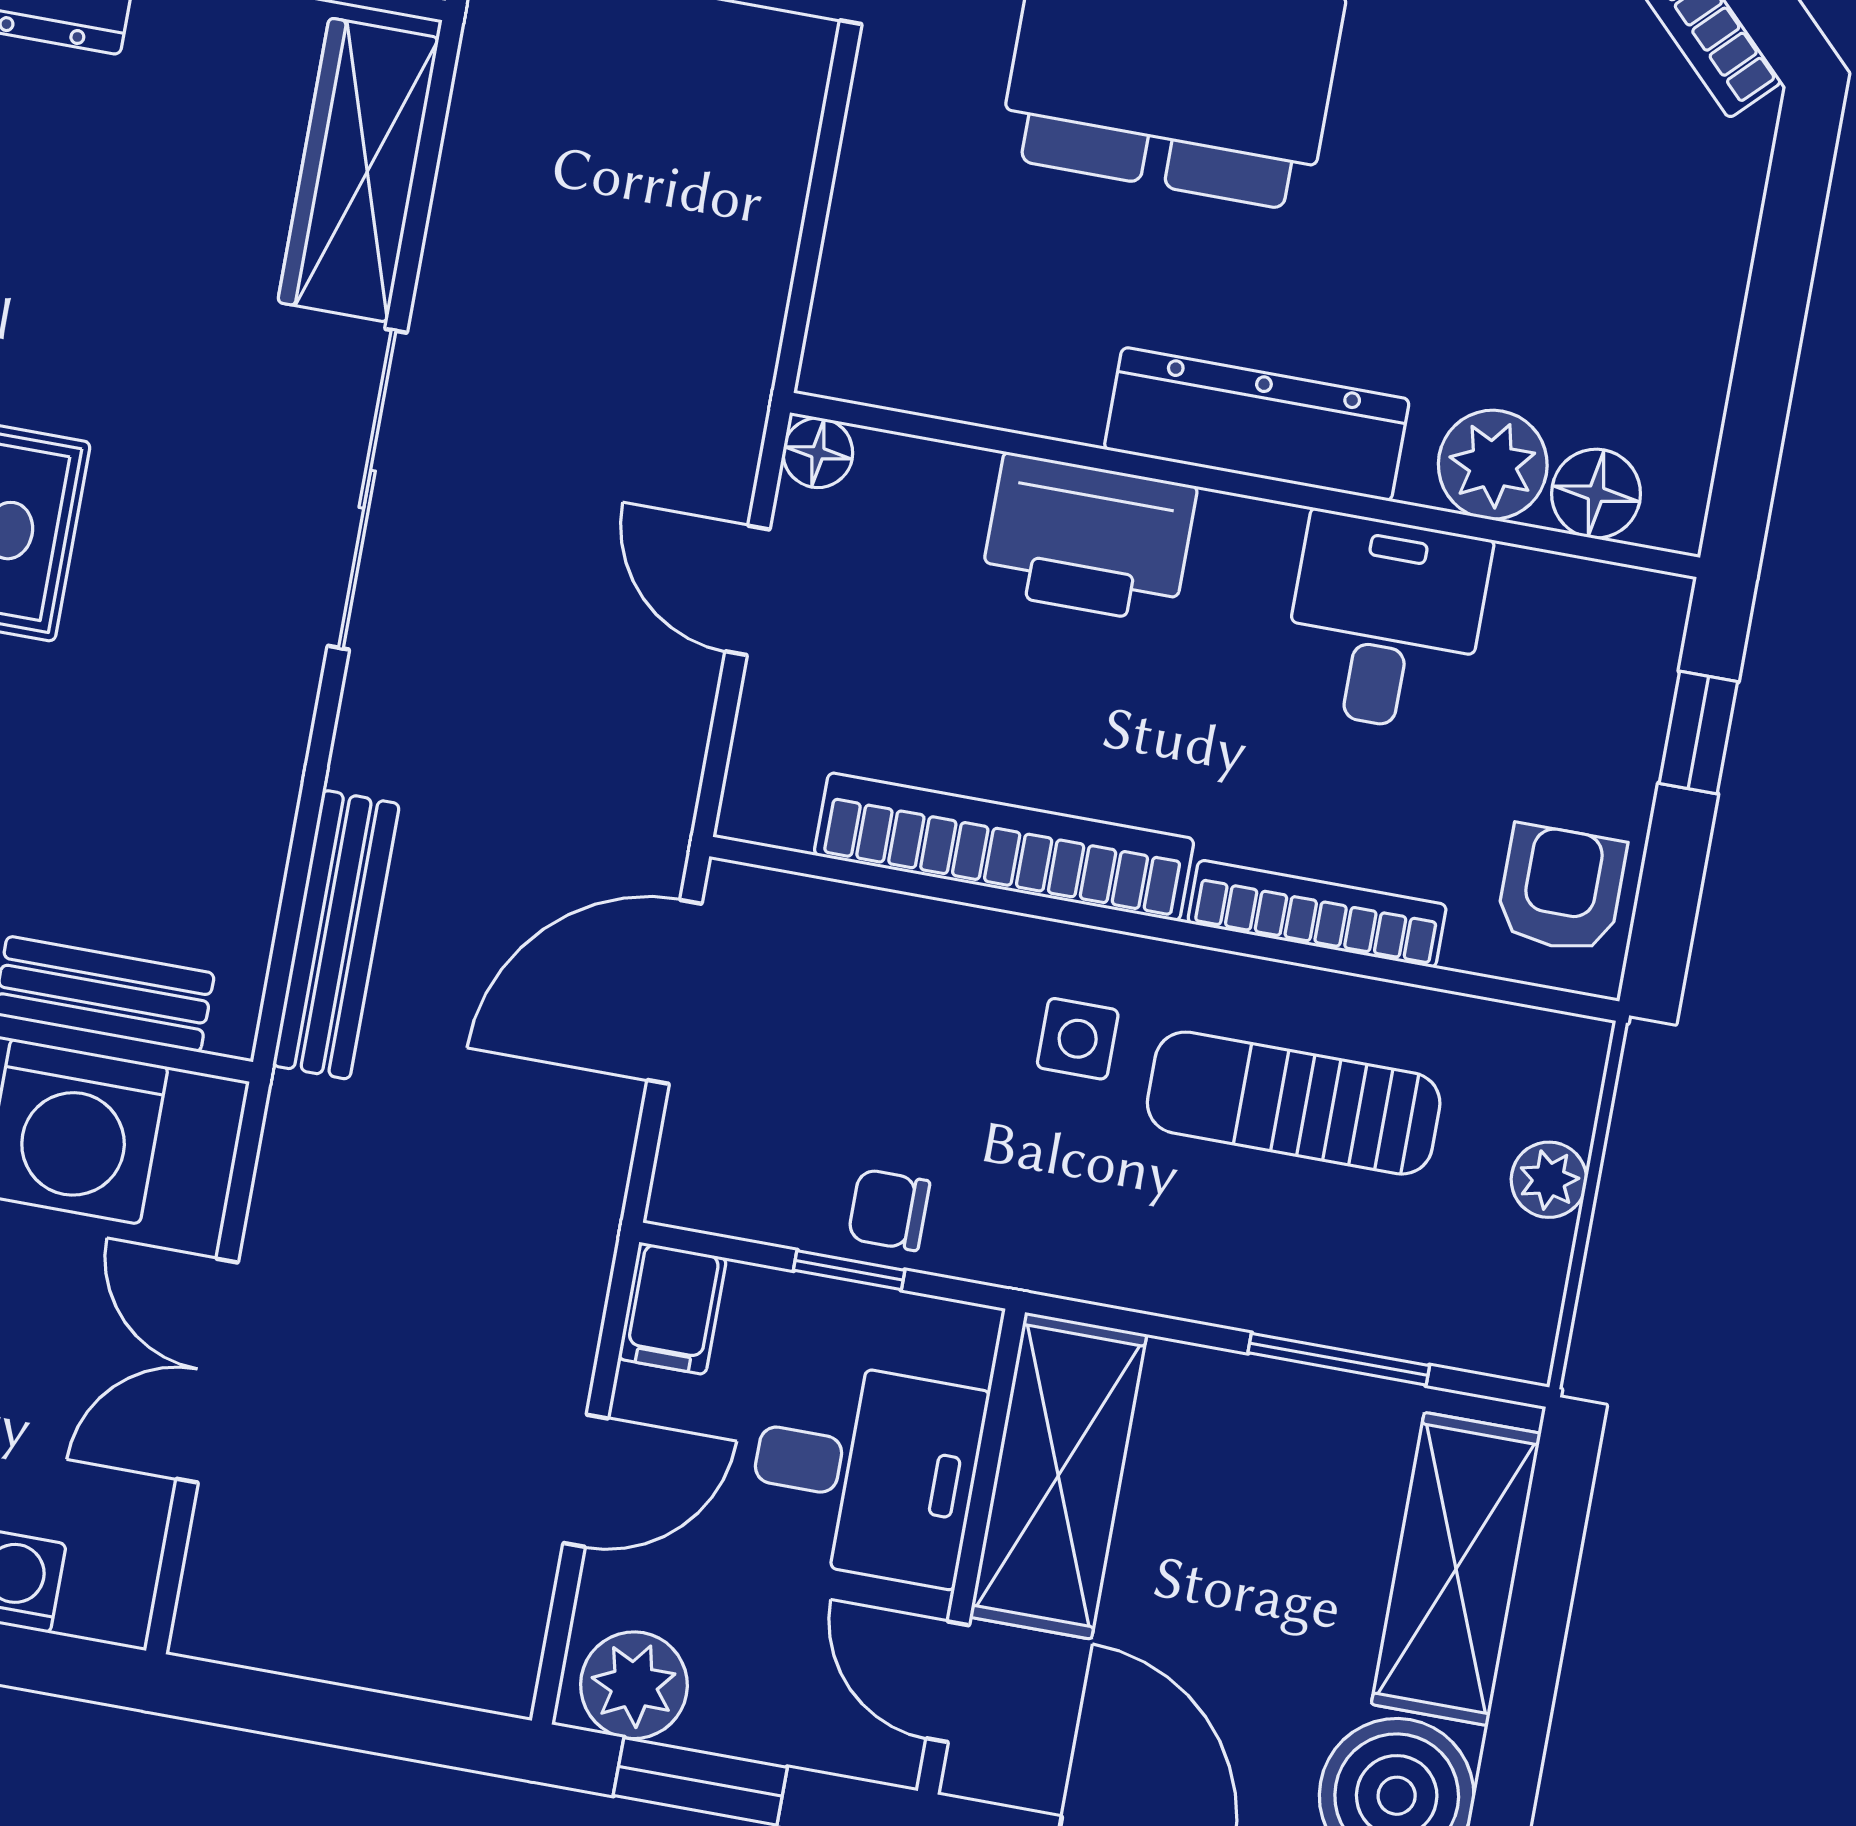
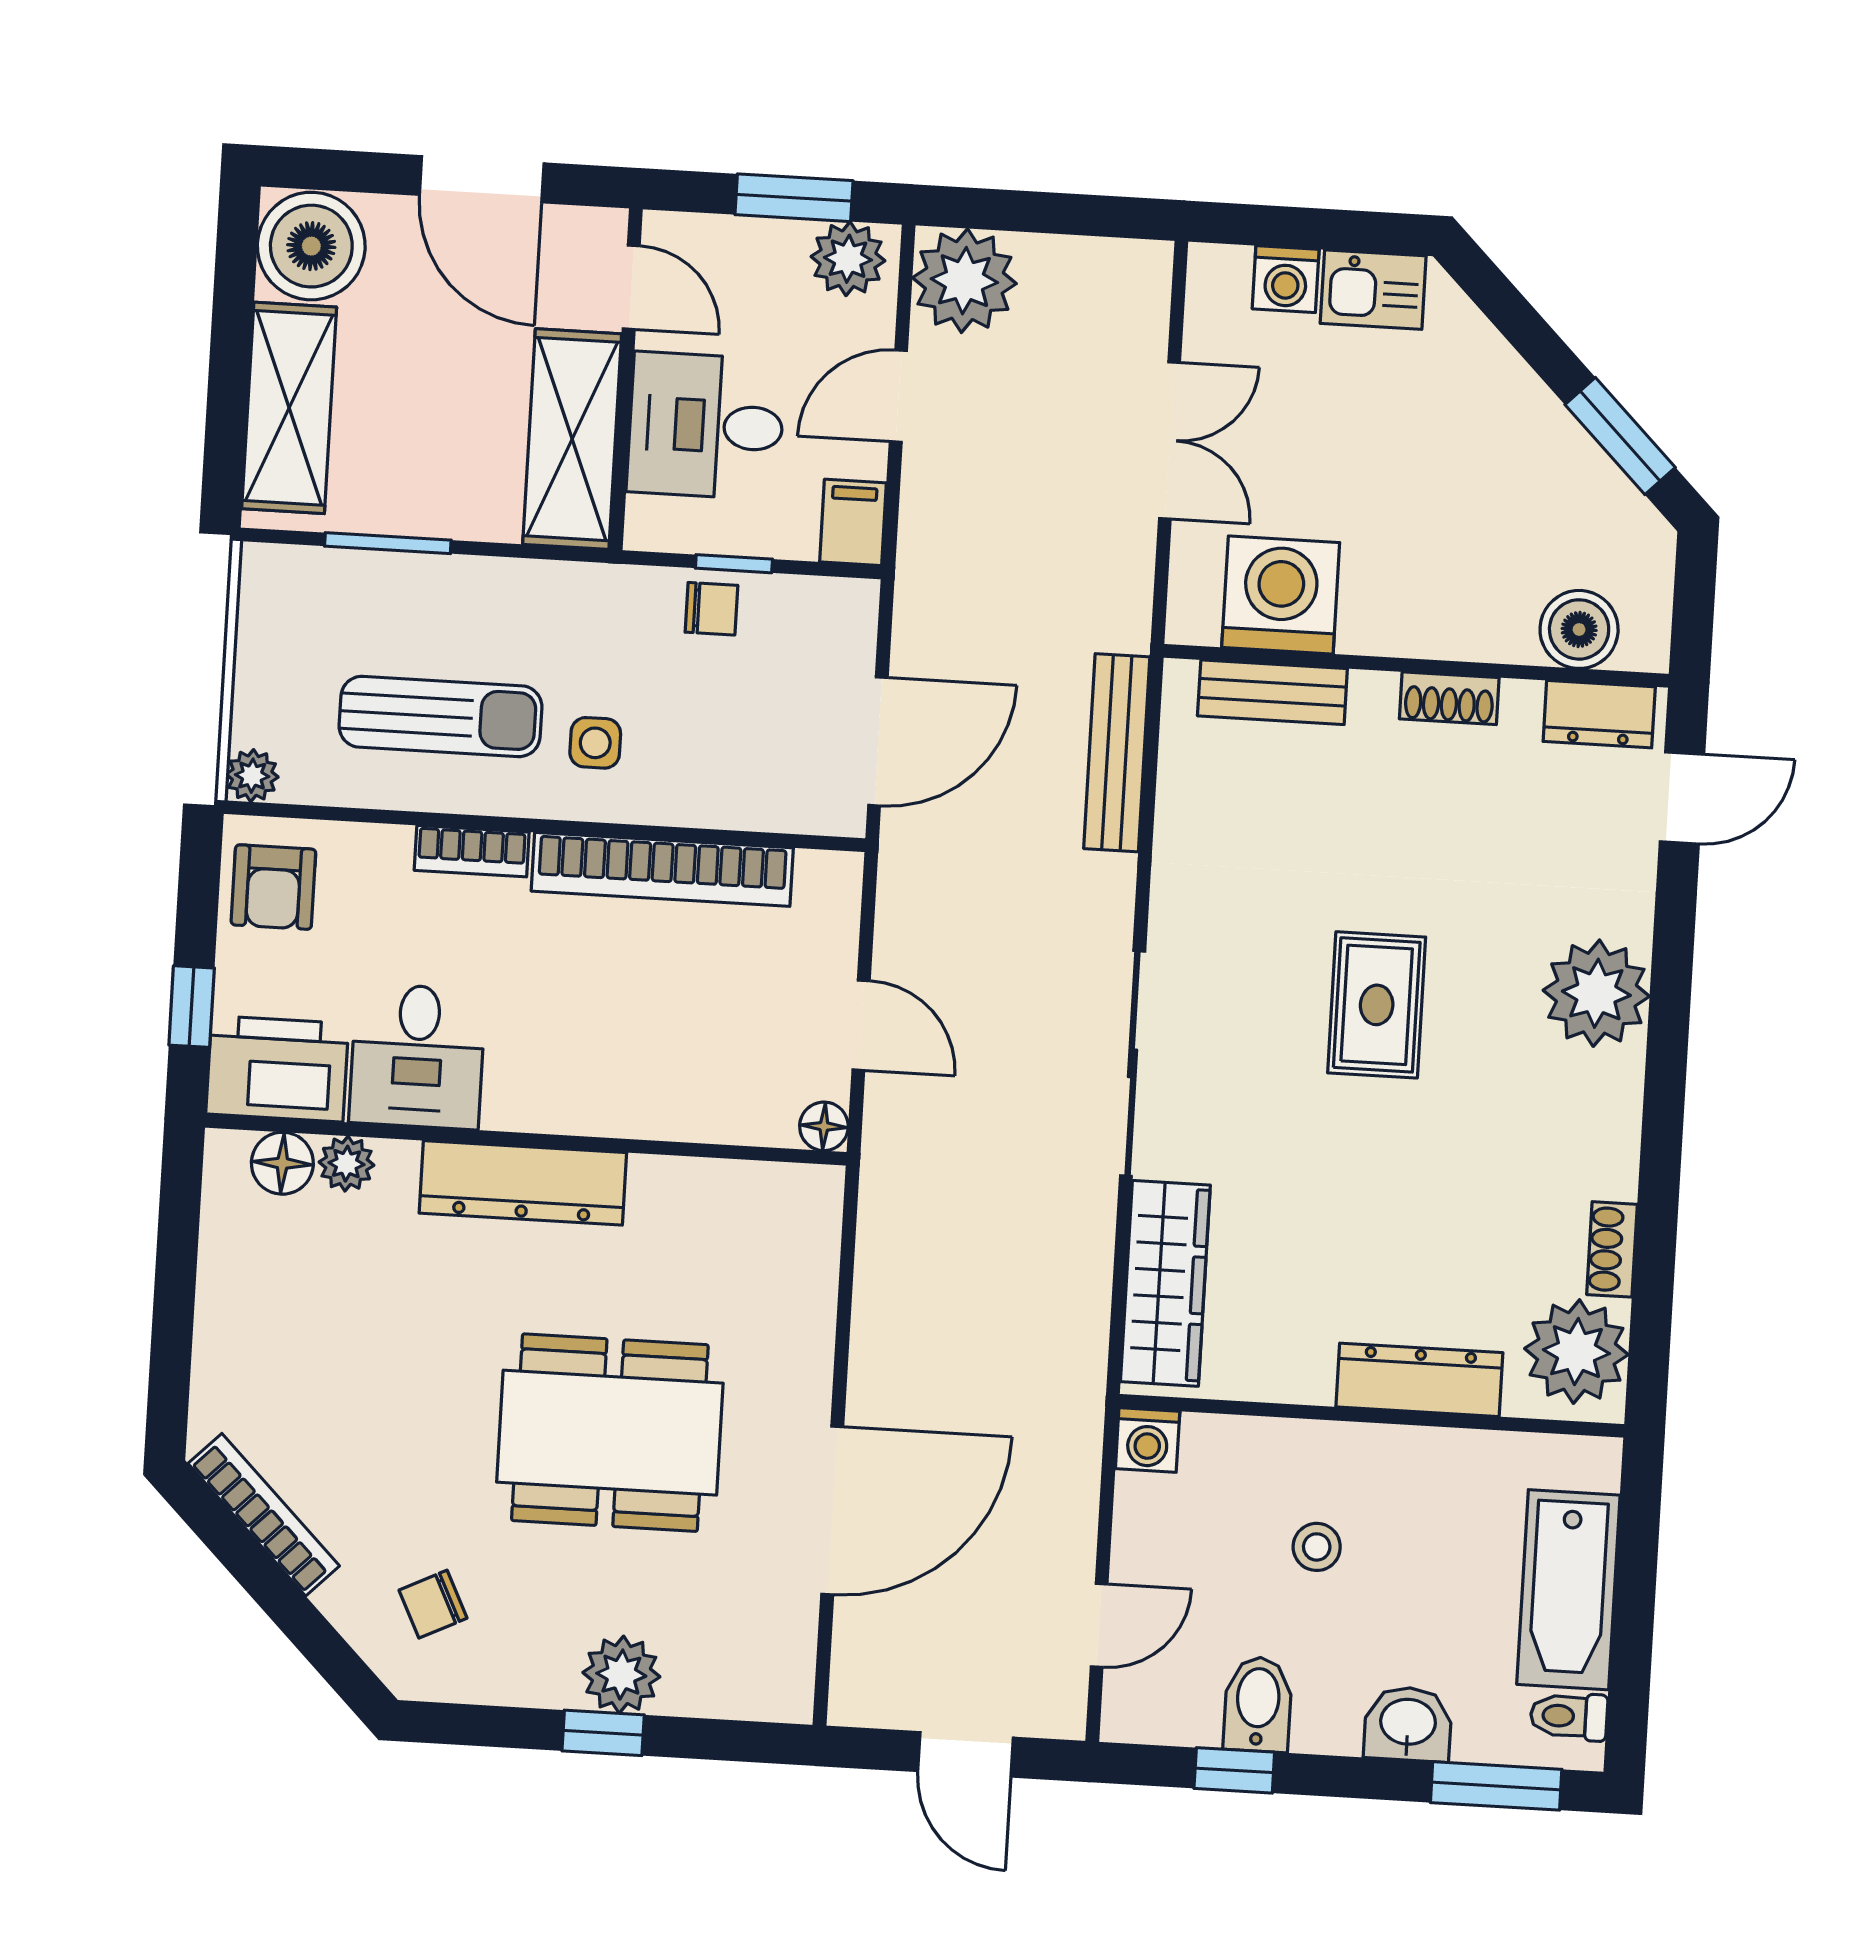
plant: (1493, 465) -> (346, 1164), width x0.73, depth x0.73
printer: (1088, 539) -> (277, 1069), moved
bookcase: (1317, 914) -> (472, 851), width x0.64
plant: (1549, 1180) -> (252, 776), moved
plant: (472, 1634) -> (964, 281), added

